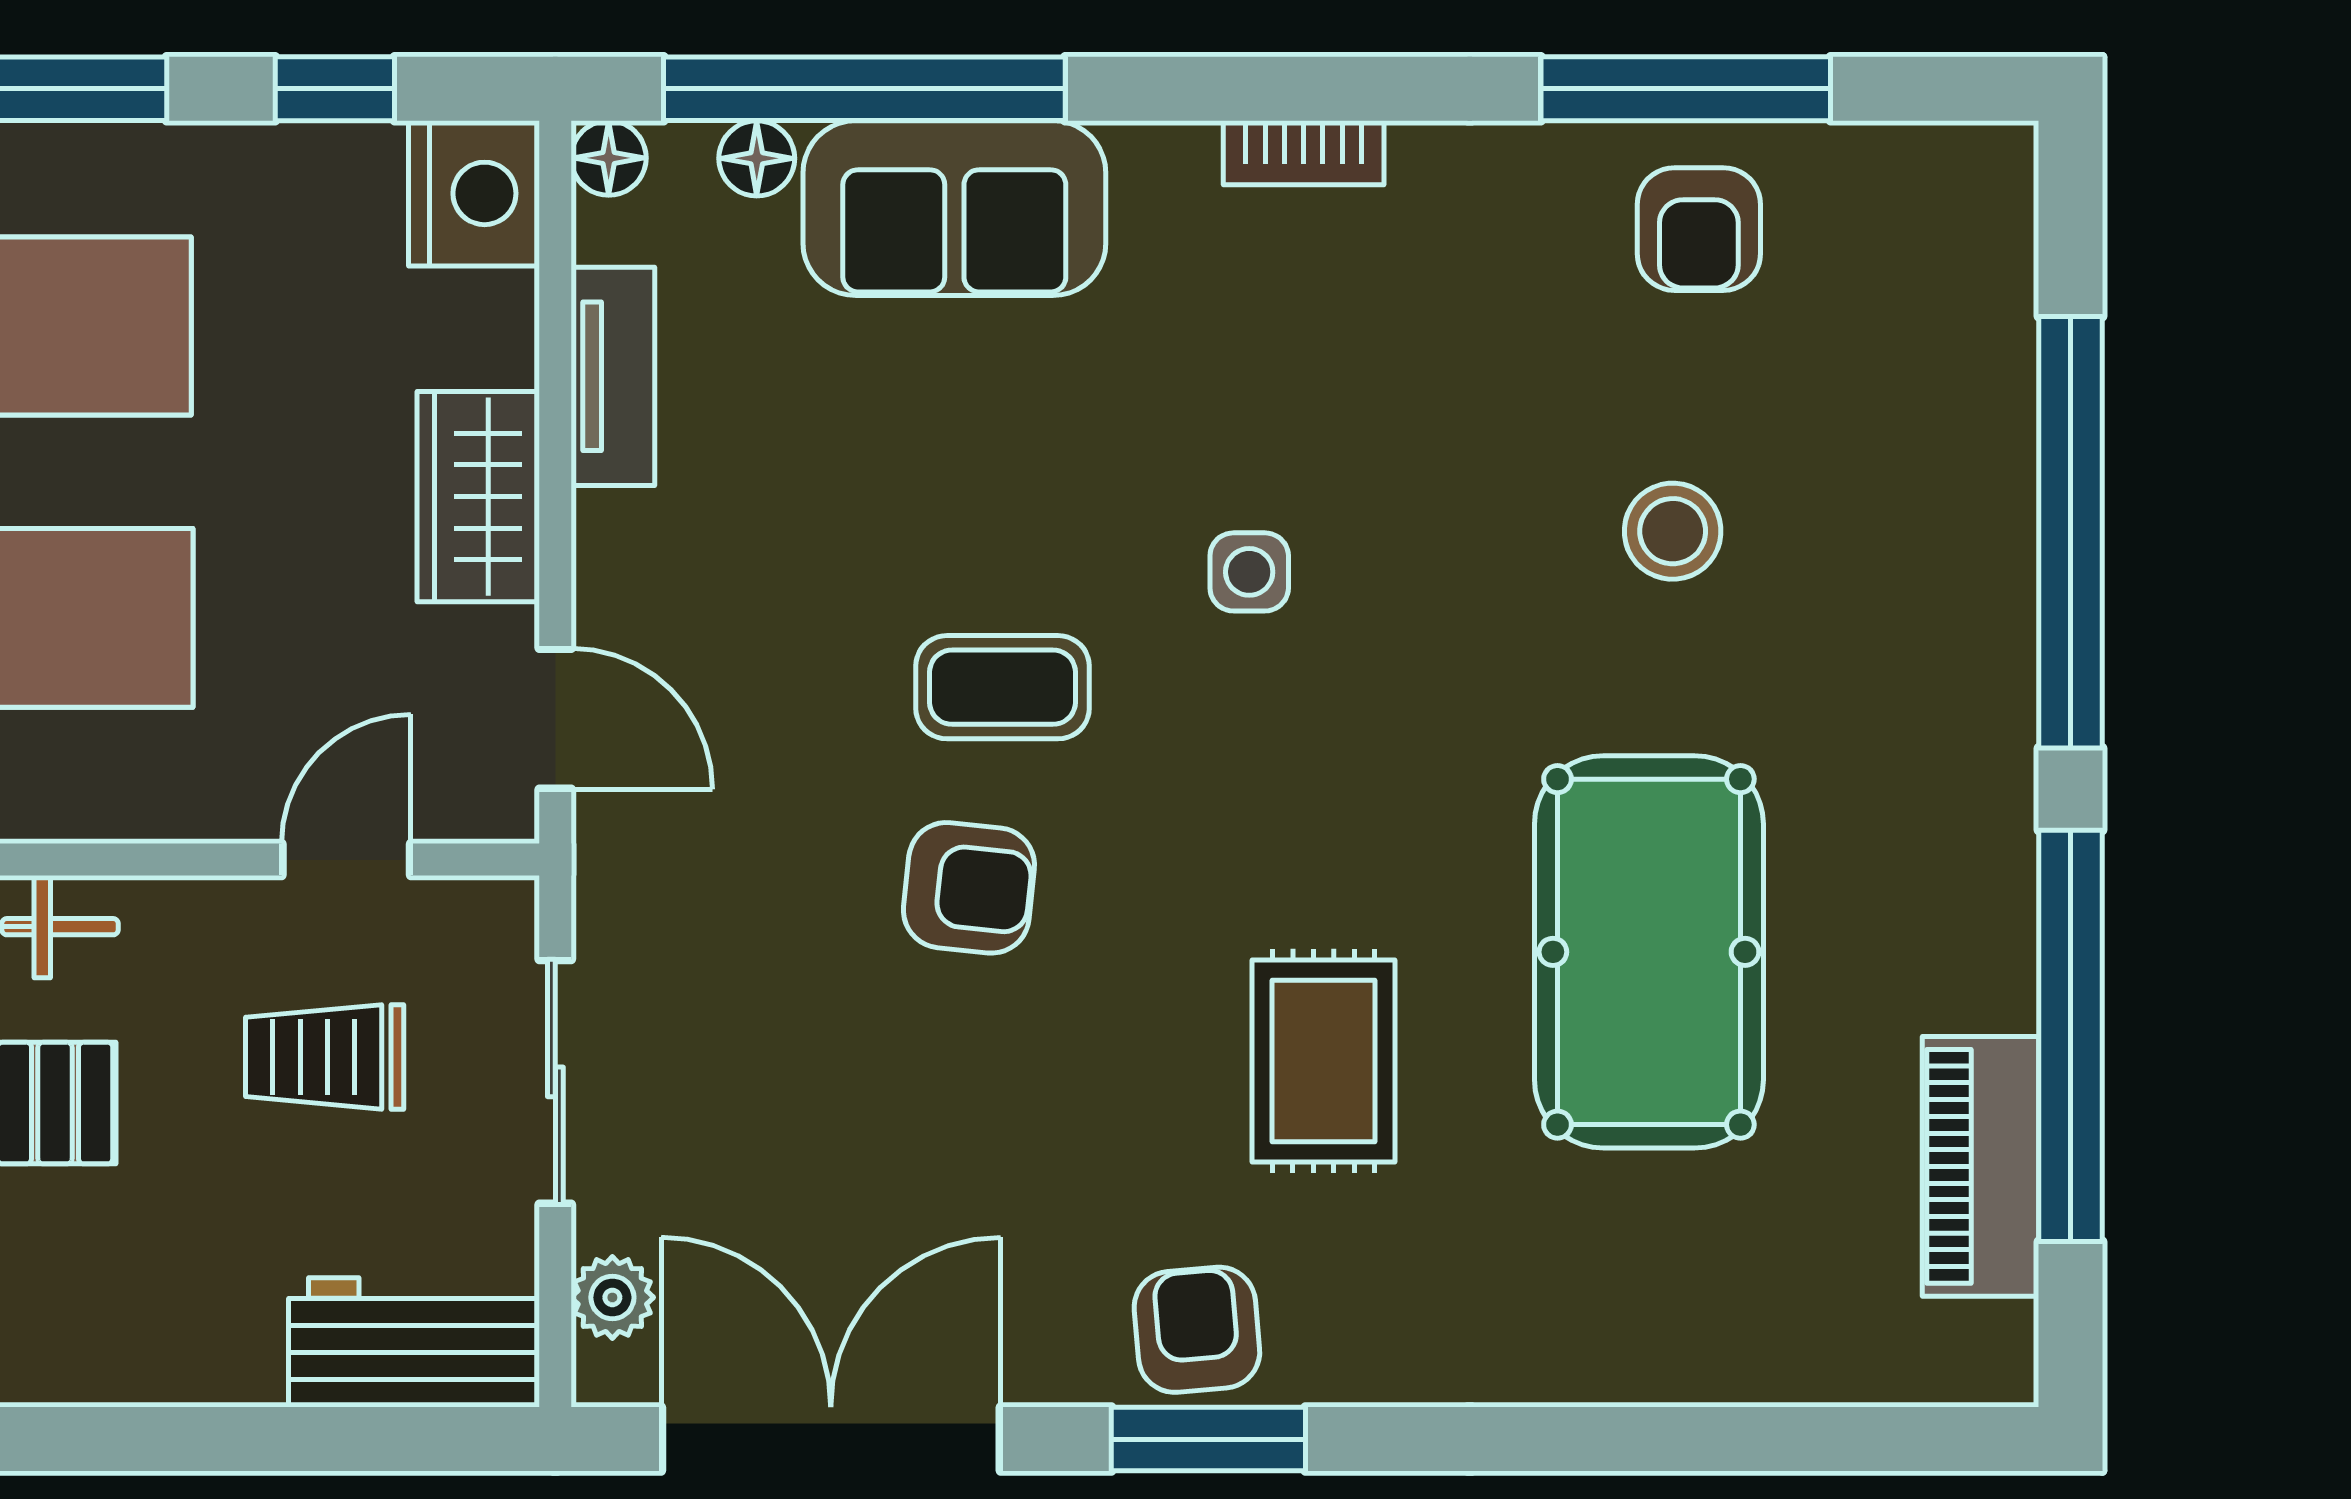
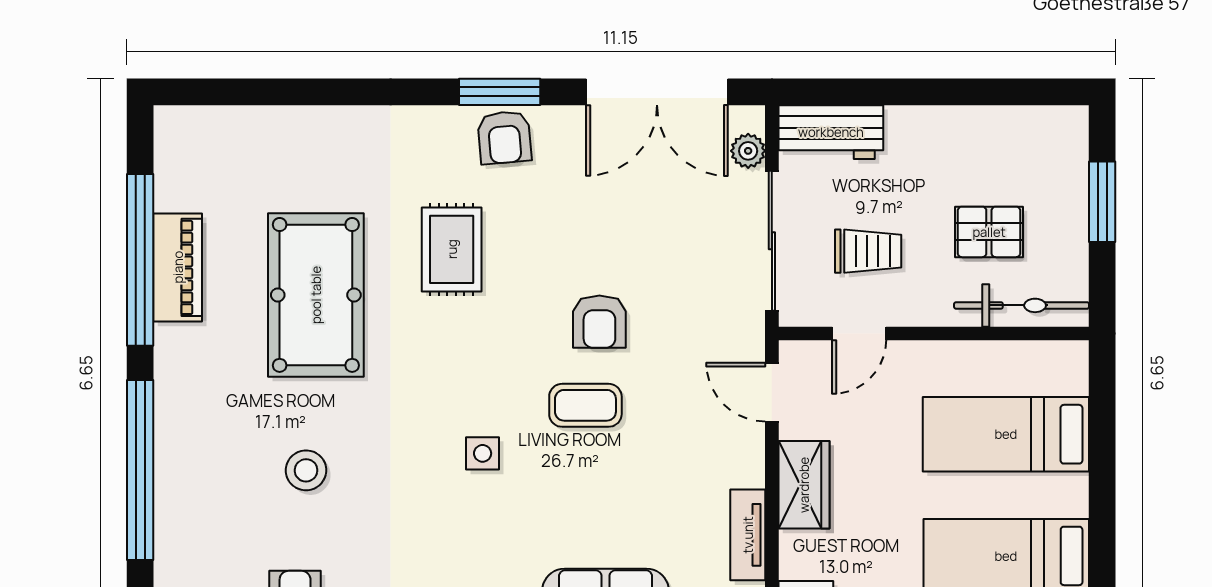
armchair: (969, 888) -> (599, 322), turned -96
sliding door: (555, 1082) -> (772, 241), width x1.37
piano: (1980, 1166) -> (178, 267), moved

